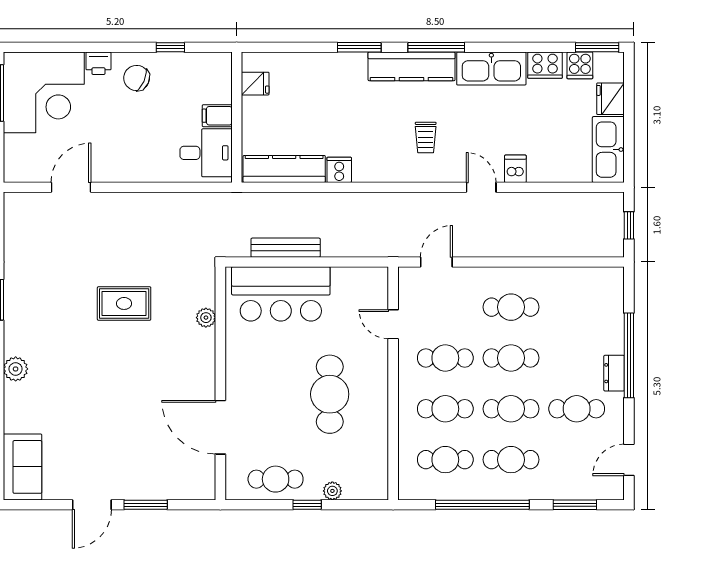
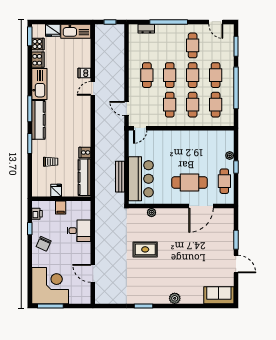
printer: (98, 63) -> (37, 214), moved
fridge: (255, 84) -> (56, 190), moved
trolley: (426, 138) -> (51, 162), moved
desk: (206, 153) -> (79, 231), moved, turned 90
rug: (124, 303) -> (145, 249), turned 90
door: (393, 324) -> (140, 128), moved
dresser: (614, 373) -> (146, 29), moved
cafe table: (330, 394) -> (190, 182), moved

